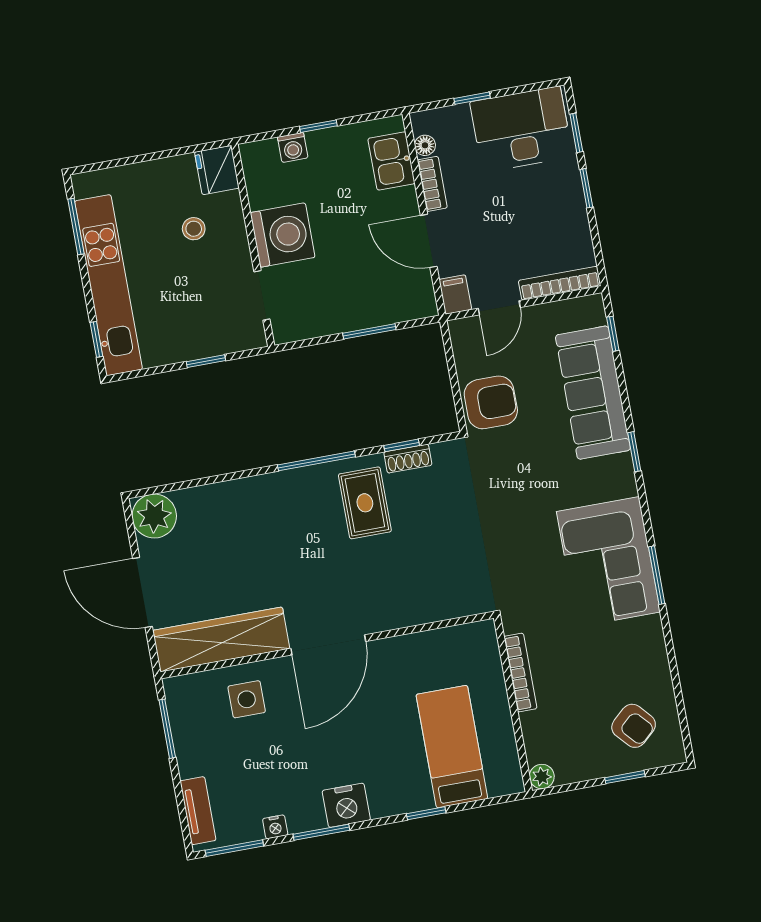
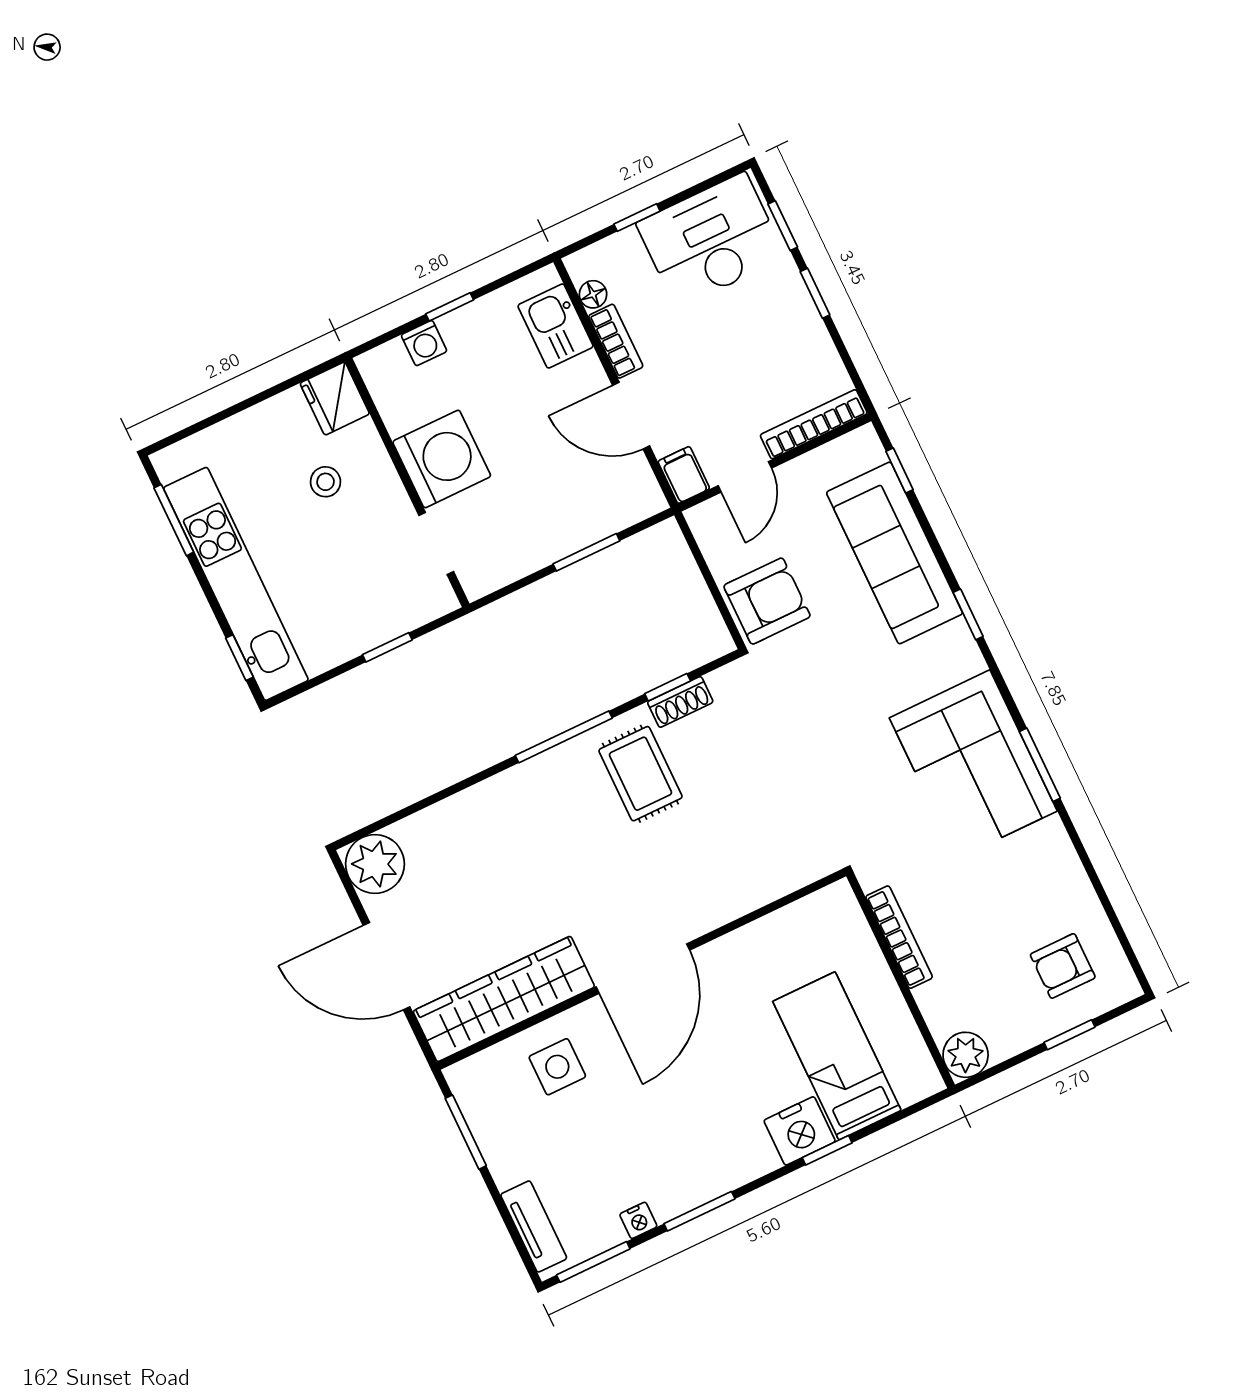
armchair: (634, 726) -> (1063, 966), turned 132
plant: (542, 777) -> (966, 1055), width x1.38, depth x1.38
nightstand: (346, 805) -> (800, 1131), moved

